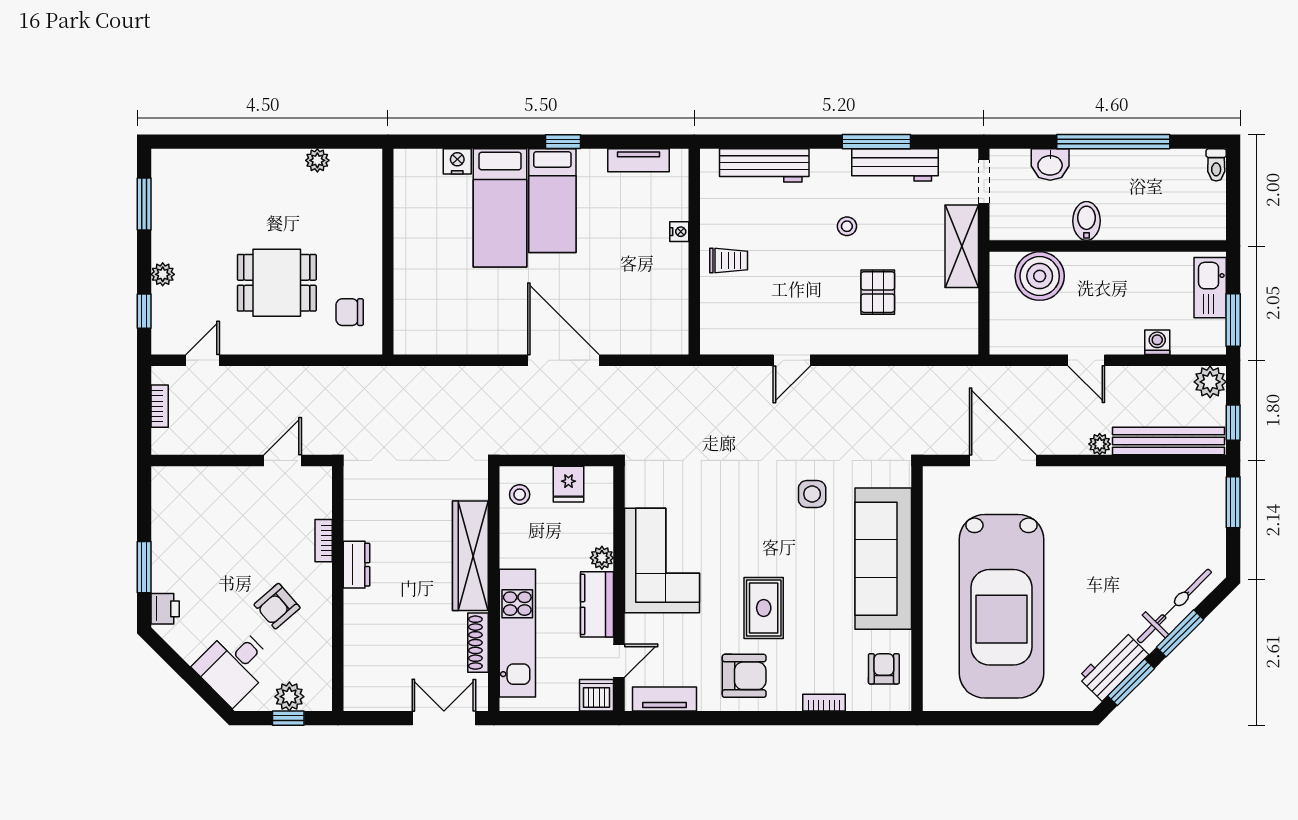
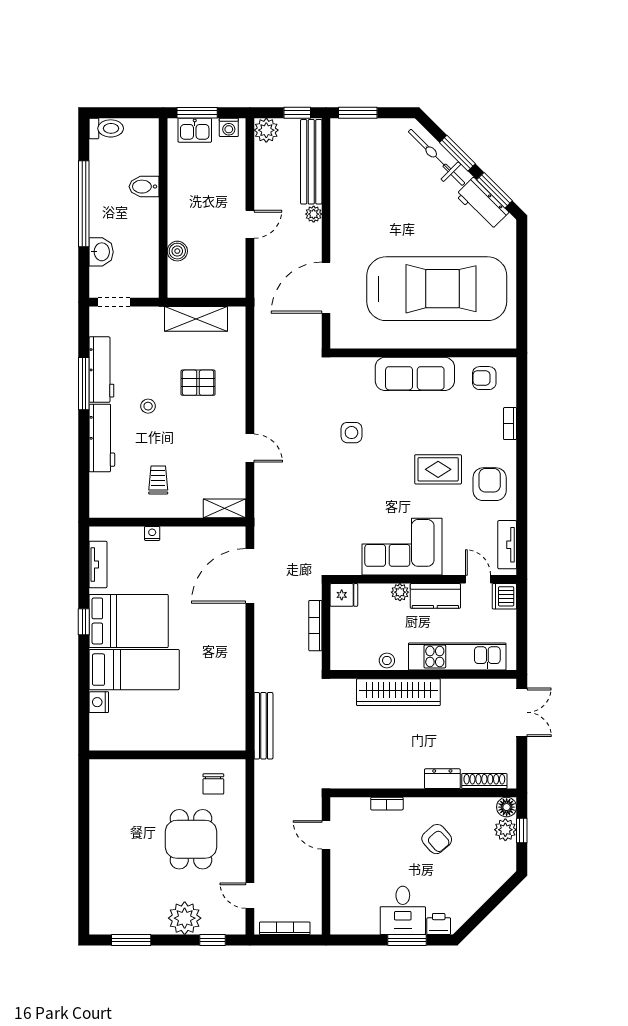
plant: (317, 160) -> (98, 808), removed
workbench: (764, 165) -> (102, 438), moved
toilet: (1216, 165) -> (106, 128), width x1.37, depth x1.39
bed: (552, 201) -> (129, 621), width x1.50
bidet: (1087, 221) -> (144, 187), moved
shelving: (962, 246) -> (196, 319), moved
trolley: (729, 261) -> (158, 480), moved
plant: (163, 274) -> (185, 918), width x1.87, depth x1.87
boiler: (1040, 276) -> (177, 251), width x0.54, depth x0.54
kitchen sink: (1210, 288) -> (195, 130), width x0.73
window: (1233, 320) -> (197, 113), moved
shelving: (712, 327) -> (224, 508), added
washing machine: (1157, 342) -> (229, 127), moved, turned -90
door: (563, 360) -> (250, 576), moved
bench: (426, 378) -> (263, 726), added
bookcase: (160, 406) -> (285, 928), width x1.56
bookcase: (558, 446) -> (315, 626), added
fridge: (568, 484) -> (344, 595), moved
stool: (520, 495) -> (387, 660), moved
sofa: (883, 559) -> (415, 374), width x0.74, depth x0.79
dresser: (356, 565) -> (442, 779), moved
shoe rack: (478, 643) -> (484, 781), moved, turned 180
desk: (234, 665) -> (403, 910), moved, turned 45
floor lamp: (319, 698) -> (507, 807), added
double door: (444, 718) -> (522, 712), swing flipped

